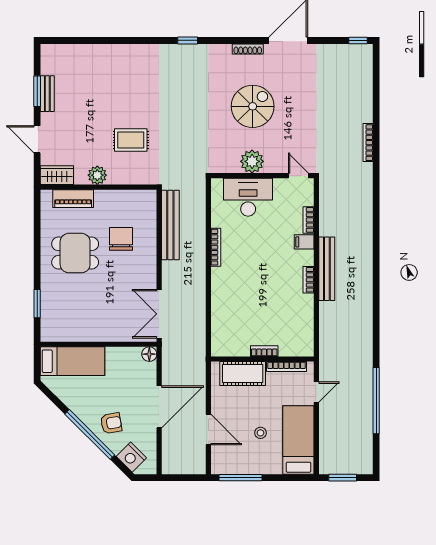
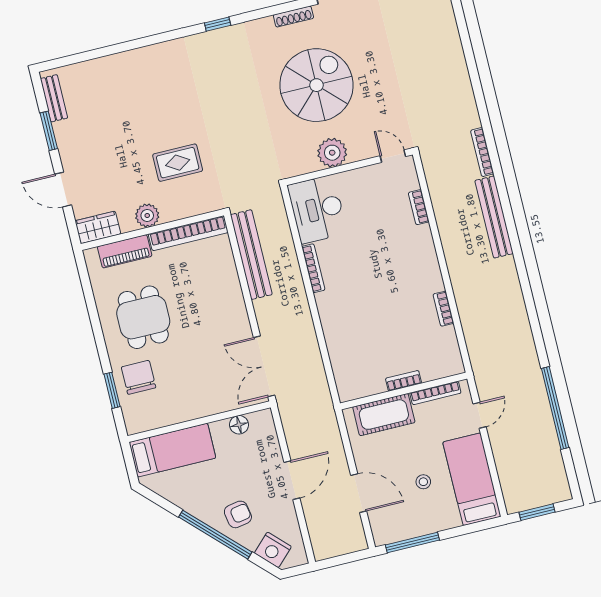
bench: (47, 94) -> (54, 98), moved
spiral stairs: (253, 106) -> (316, 85), width x1.37, depth x1.37
bookcase: (368, 143) -> (482, 152), moved
bookcase: (126, 197) -> (188, 233), added
desk: (248, 197) -> (317, 209), moved, turned -90
chair: (121, 239) -> (139, 377), moved
filing cabinet: (304, 242) -> (420, 235), removed
dining table: (75, 253) -> (143, 317), turned 90
bench: (327, 269) -> (494, 217), moved
bookcase: (309, 280) -> (443, 309), moved
floor lamp: (149, 354) -> (239, 425), moved
door: (159, 407) -> (292, 480), width x0.73

